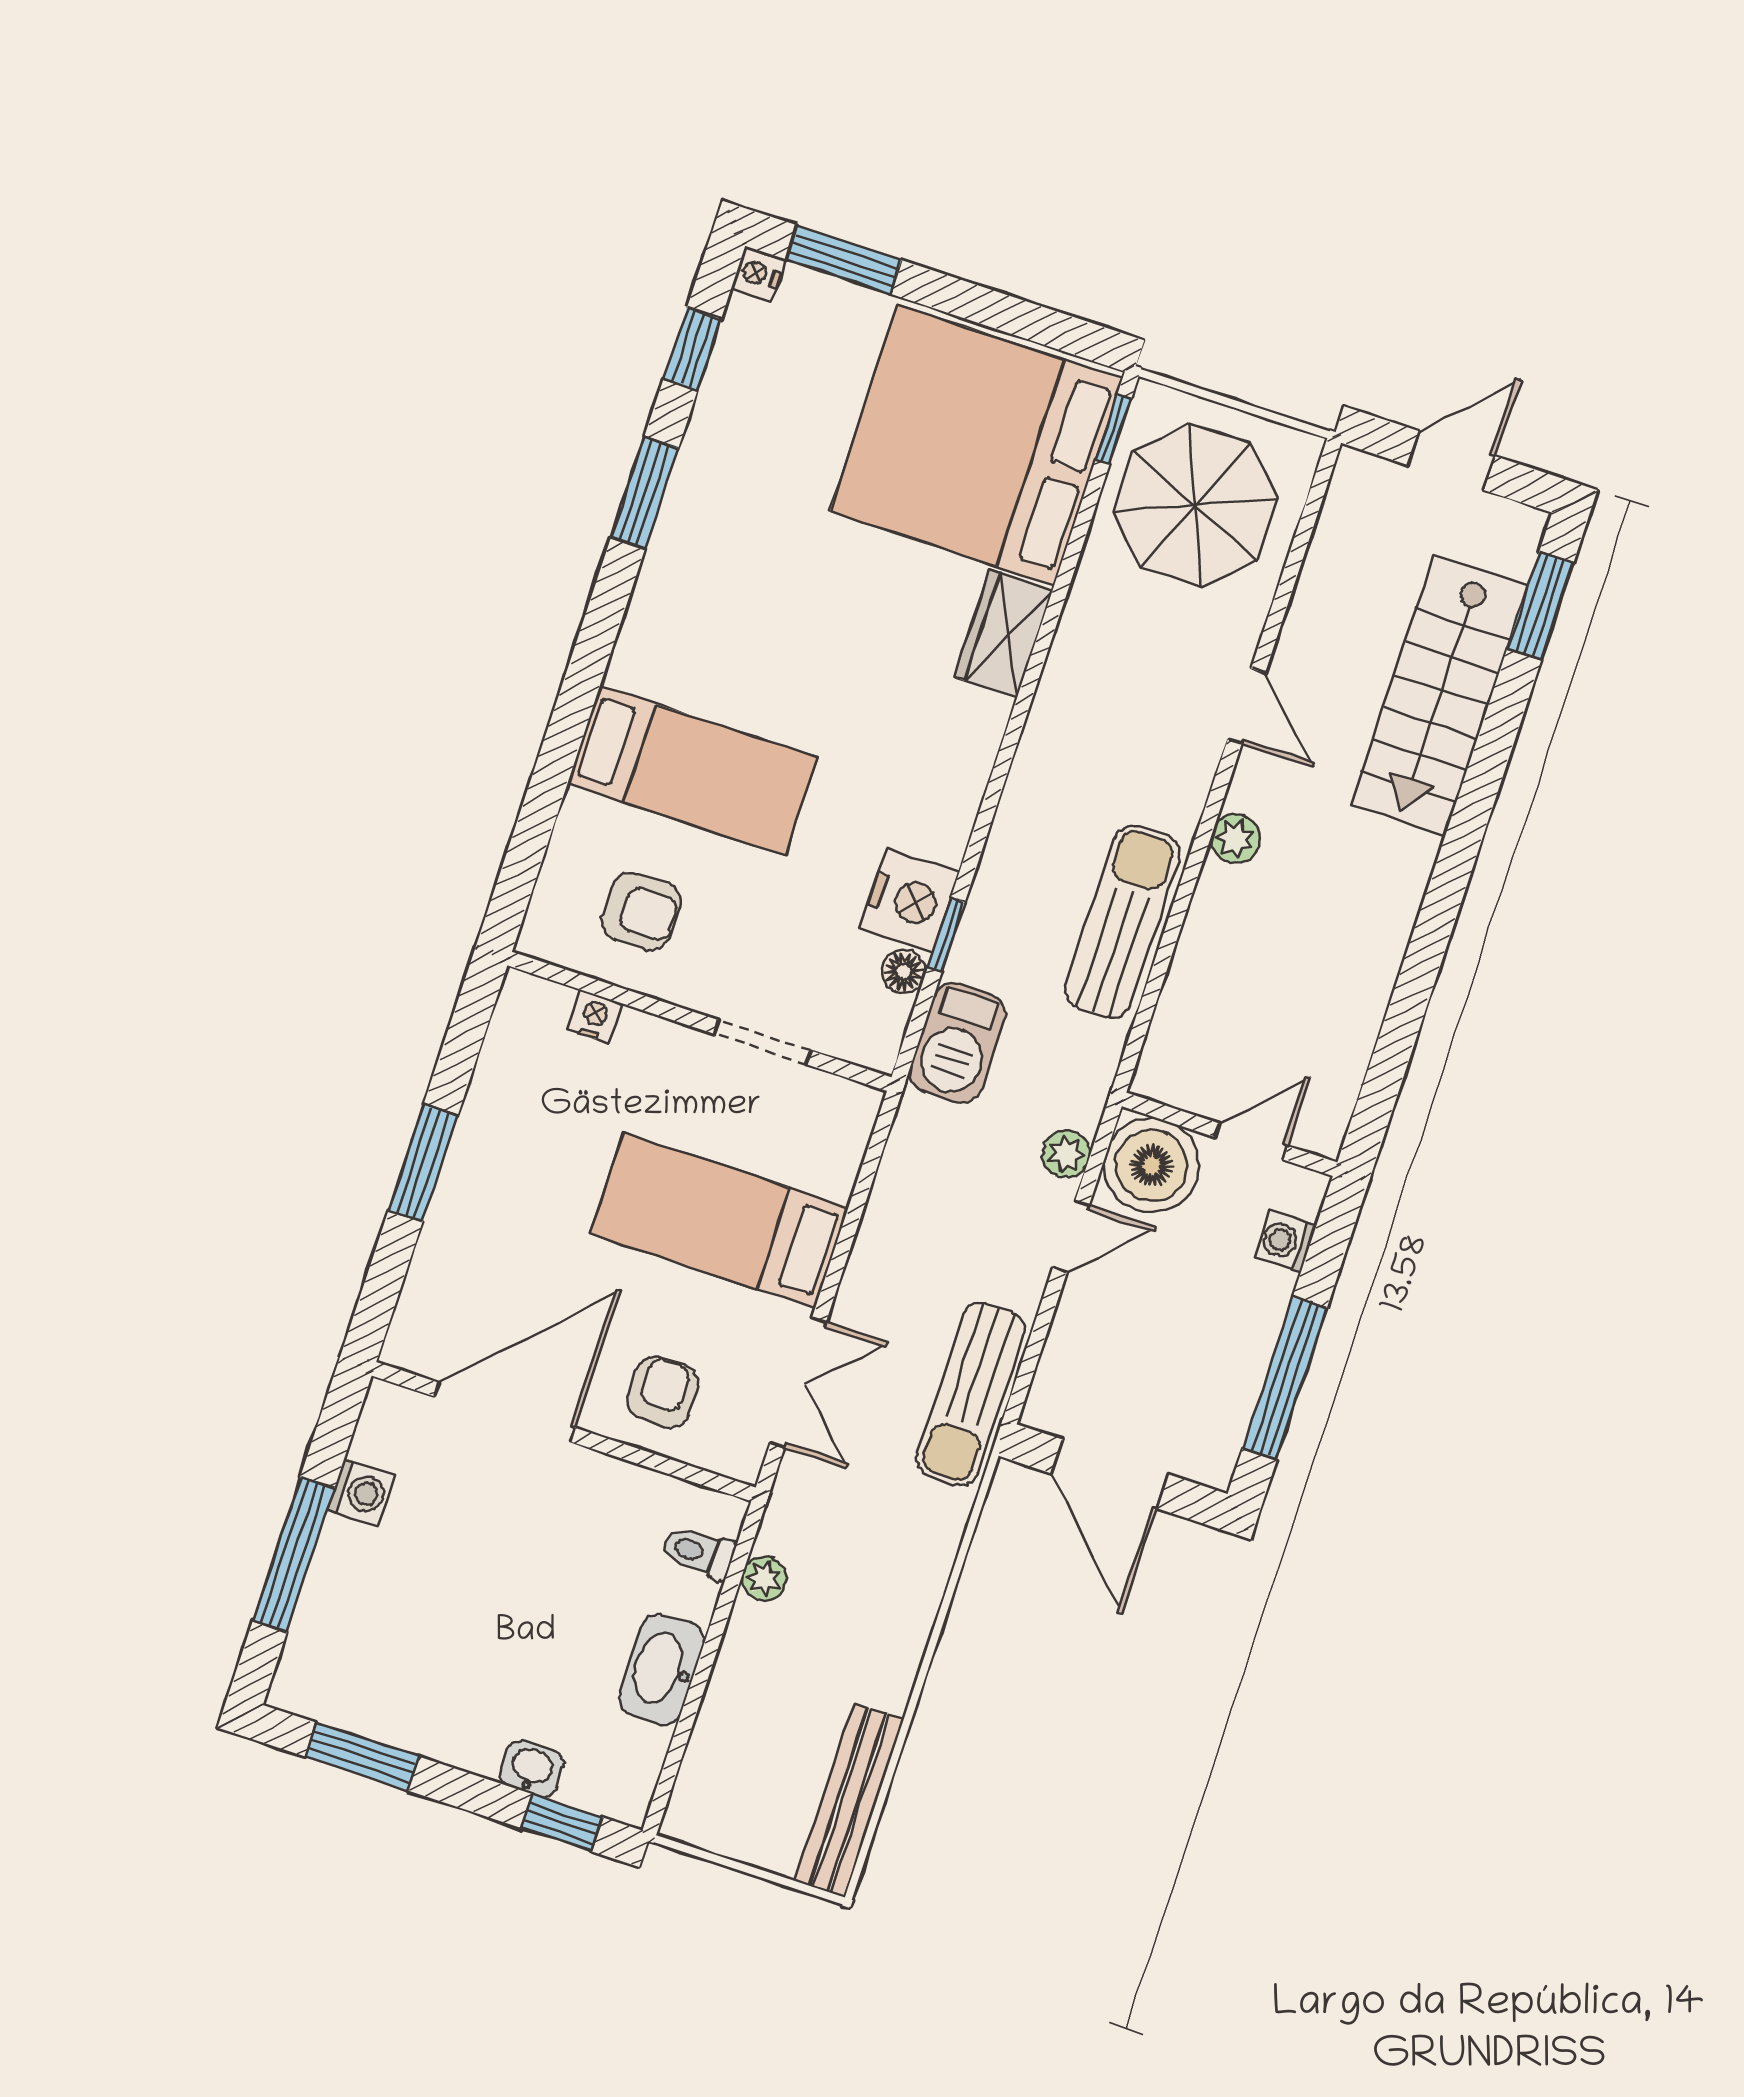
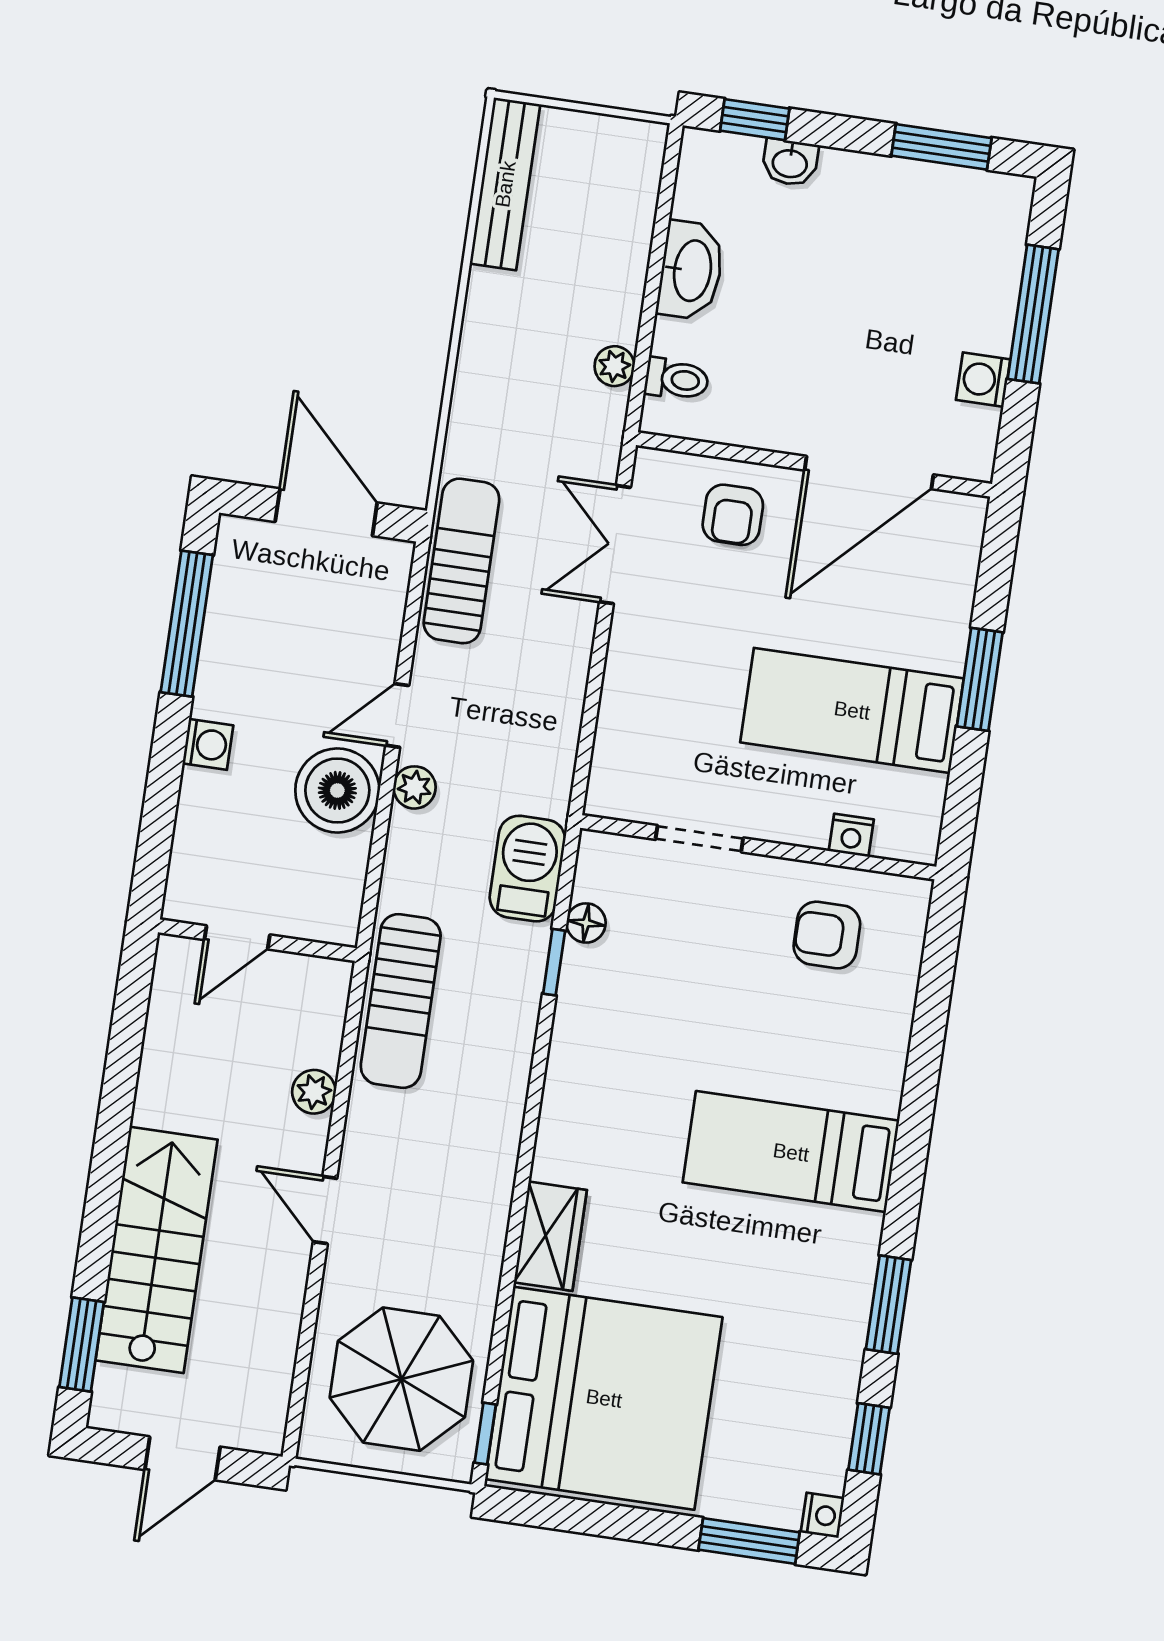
bed: (693, 770) -> (791, 1152), moved
nightstand: (910, 900) -> (592, 987), removed
wall: (1229, 1134) -> (257, 940), moved
door: (1251, 1141) -> (237, 937), moved
bed: (719, 1221) -> (852, 710), moved, turned 180

